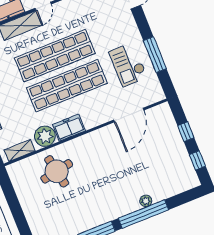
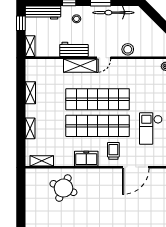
trolley: (96, 107) -> (113, 151), added
plant: (45, 136) -> (65, 158), removed
round table: (57, 171) -> (63, 188), turned 34

